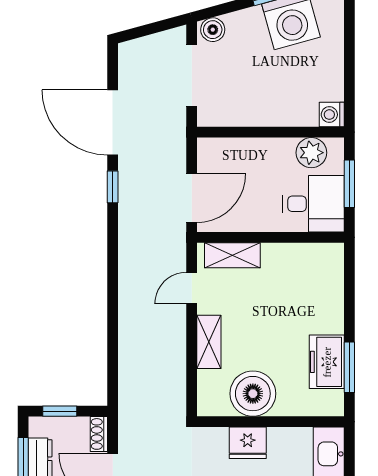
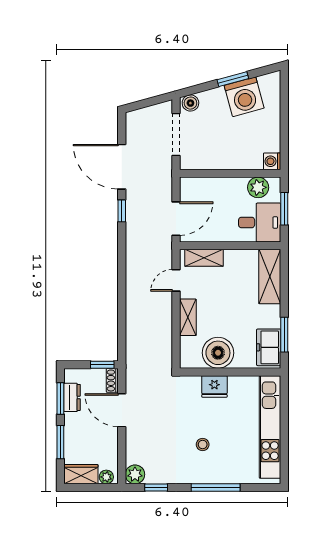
shelving: (328, 283) -> (270, 277), added
freezer: (327, 362) -> (269, 347), moved
window: (60, 411) -> (102, 365), moved

